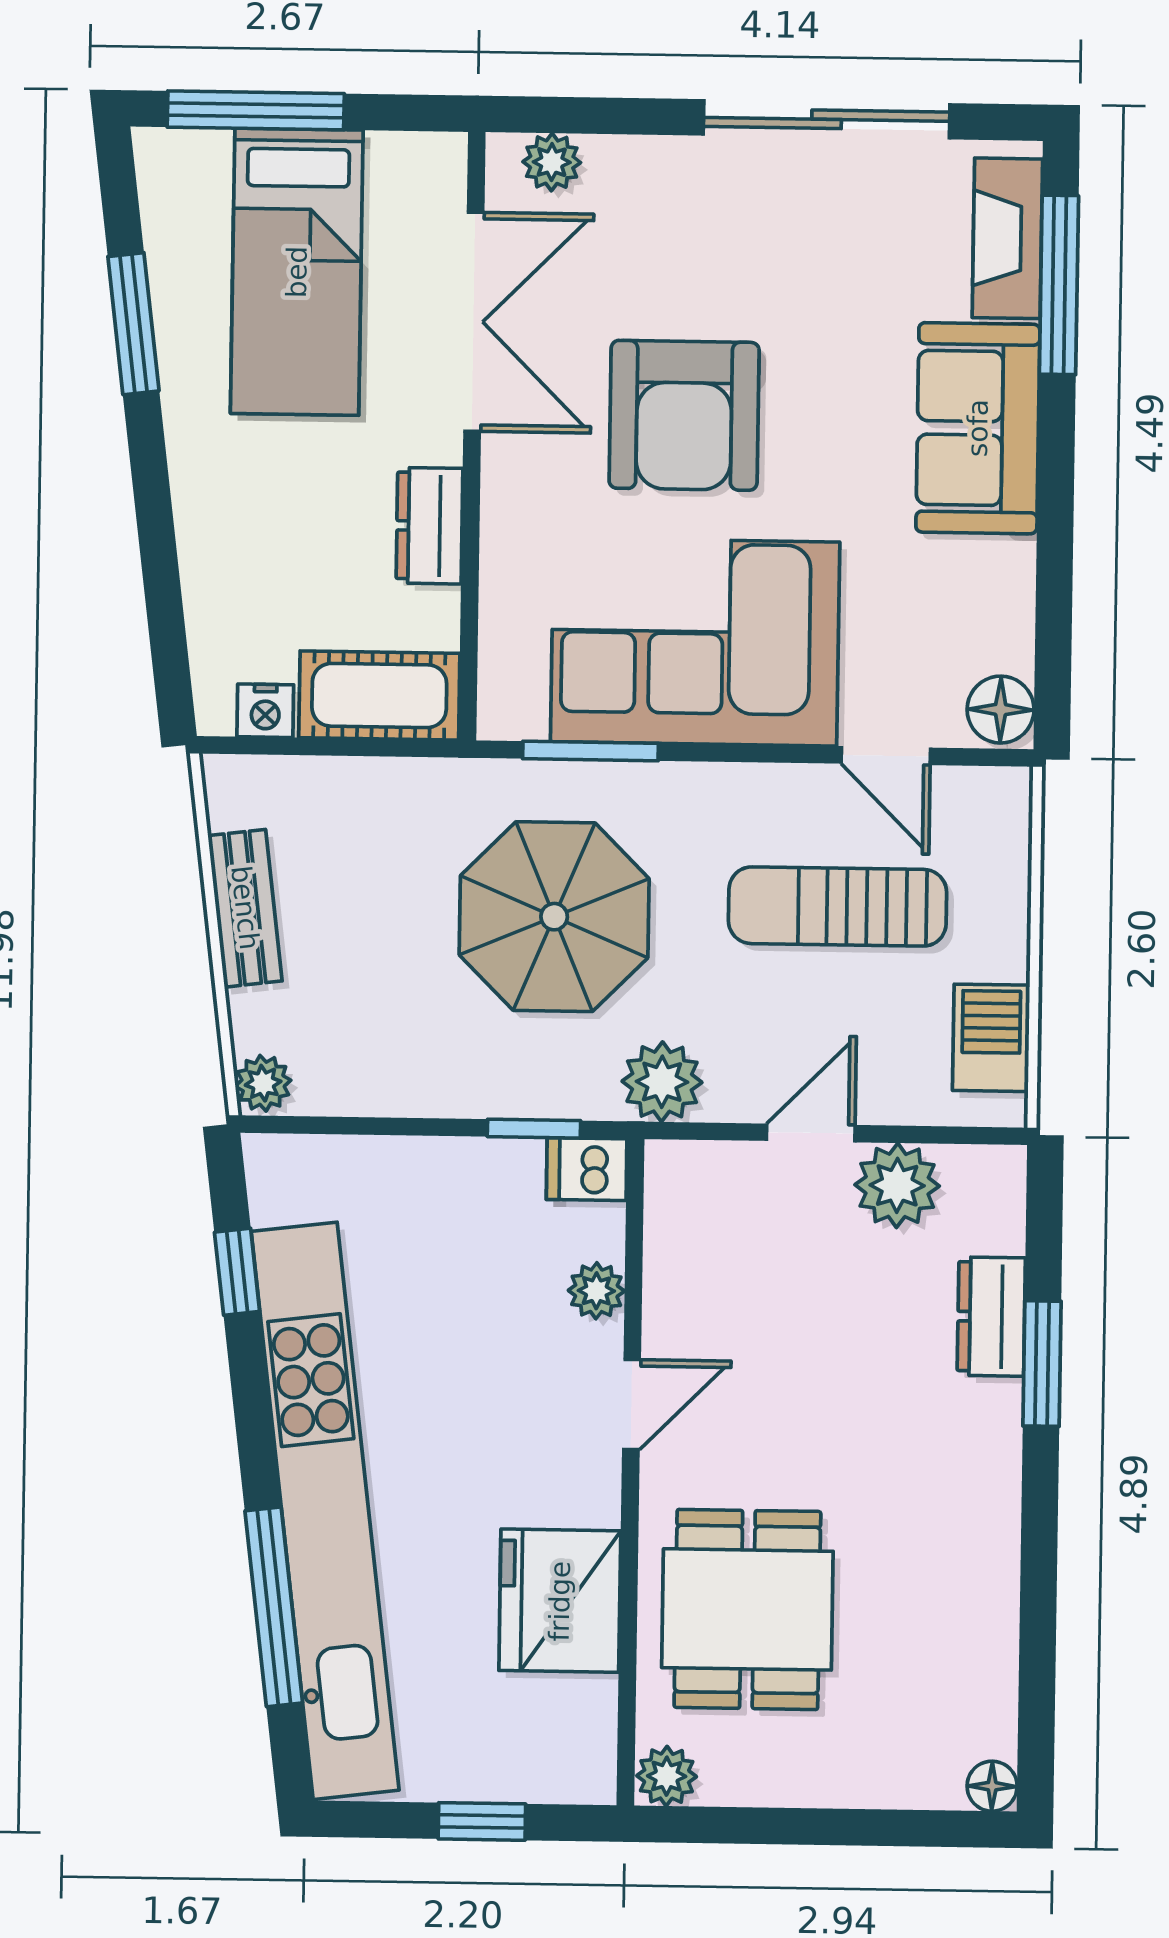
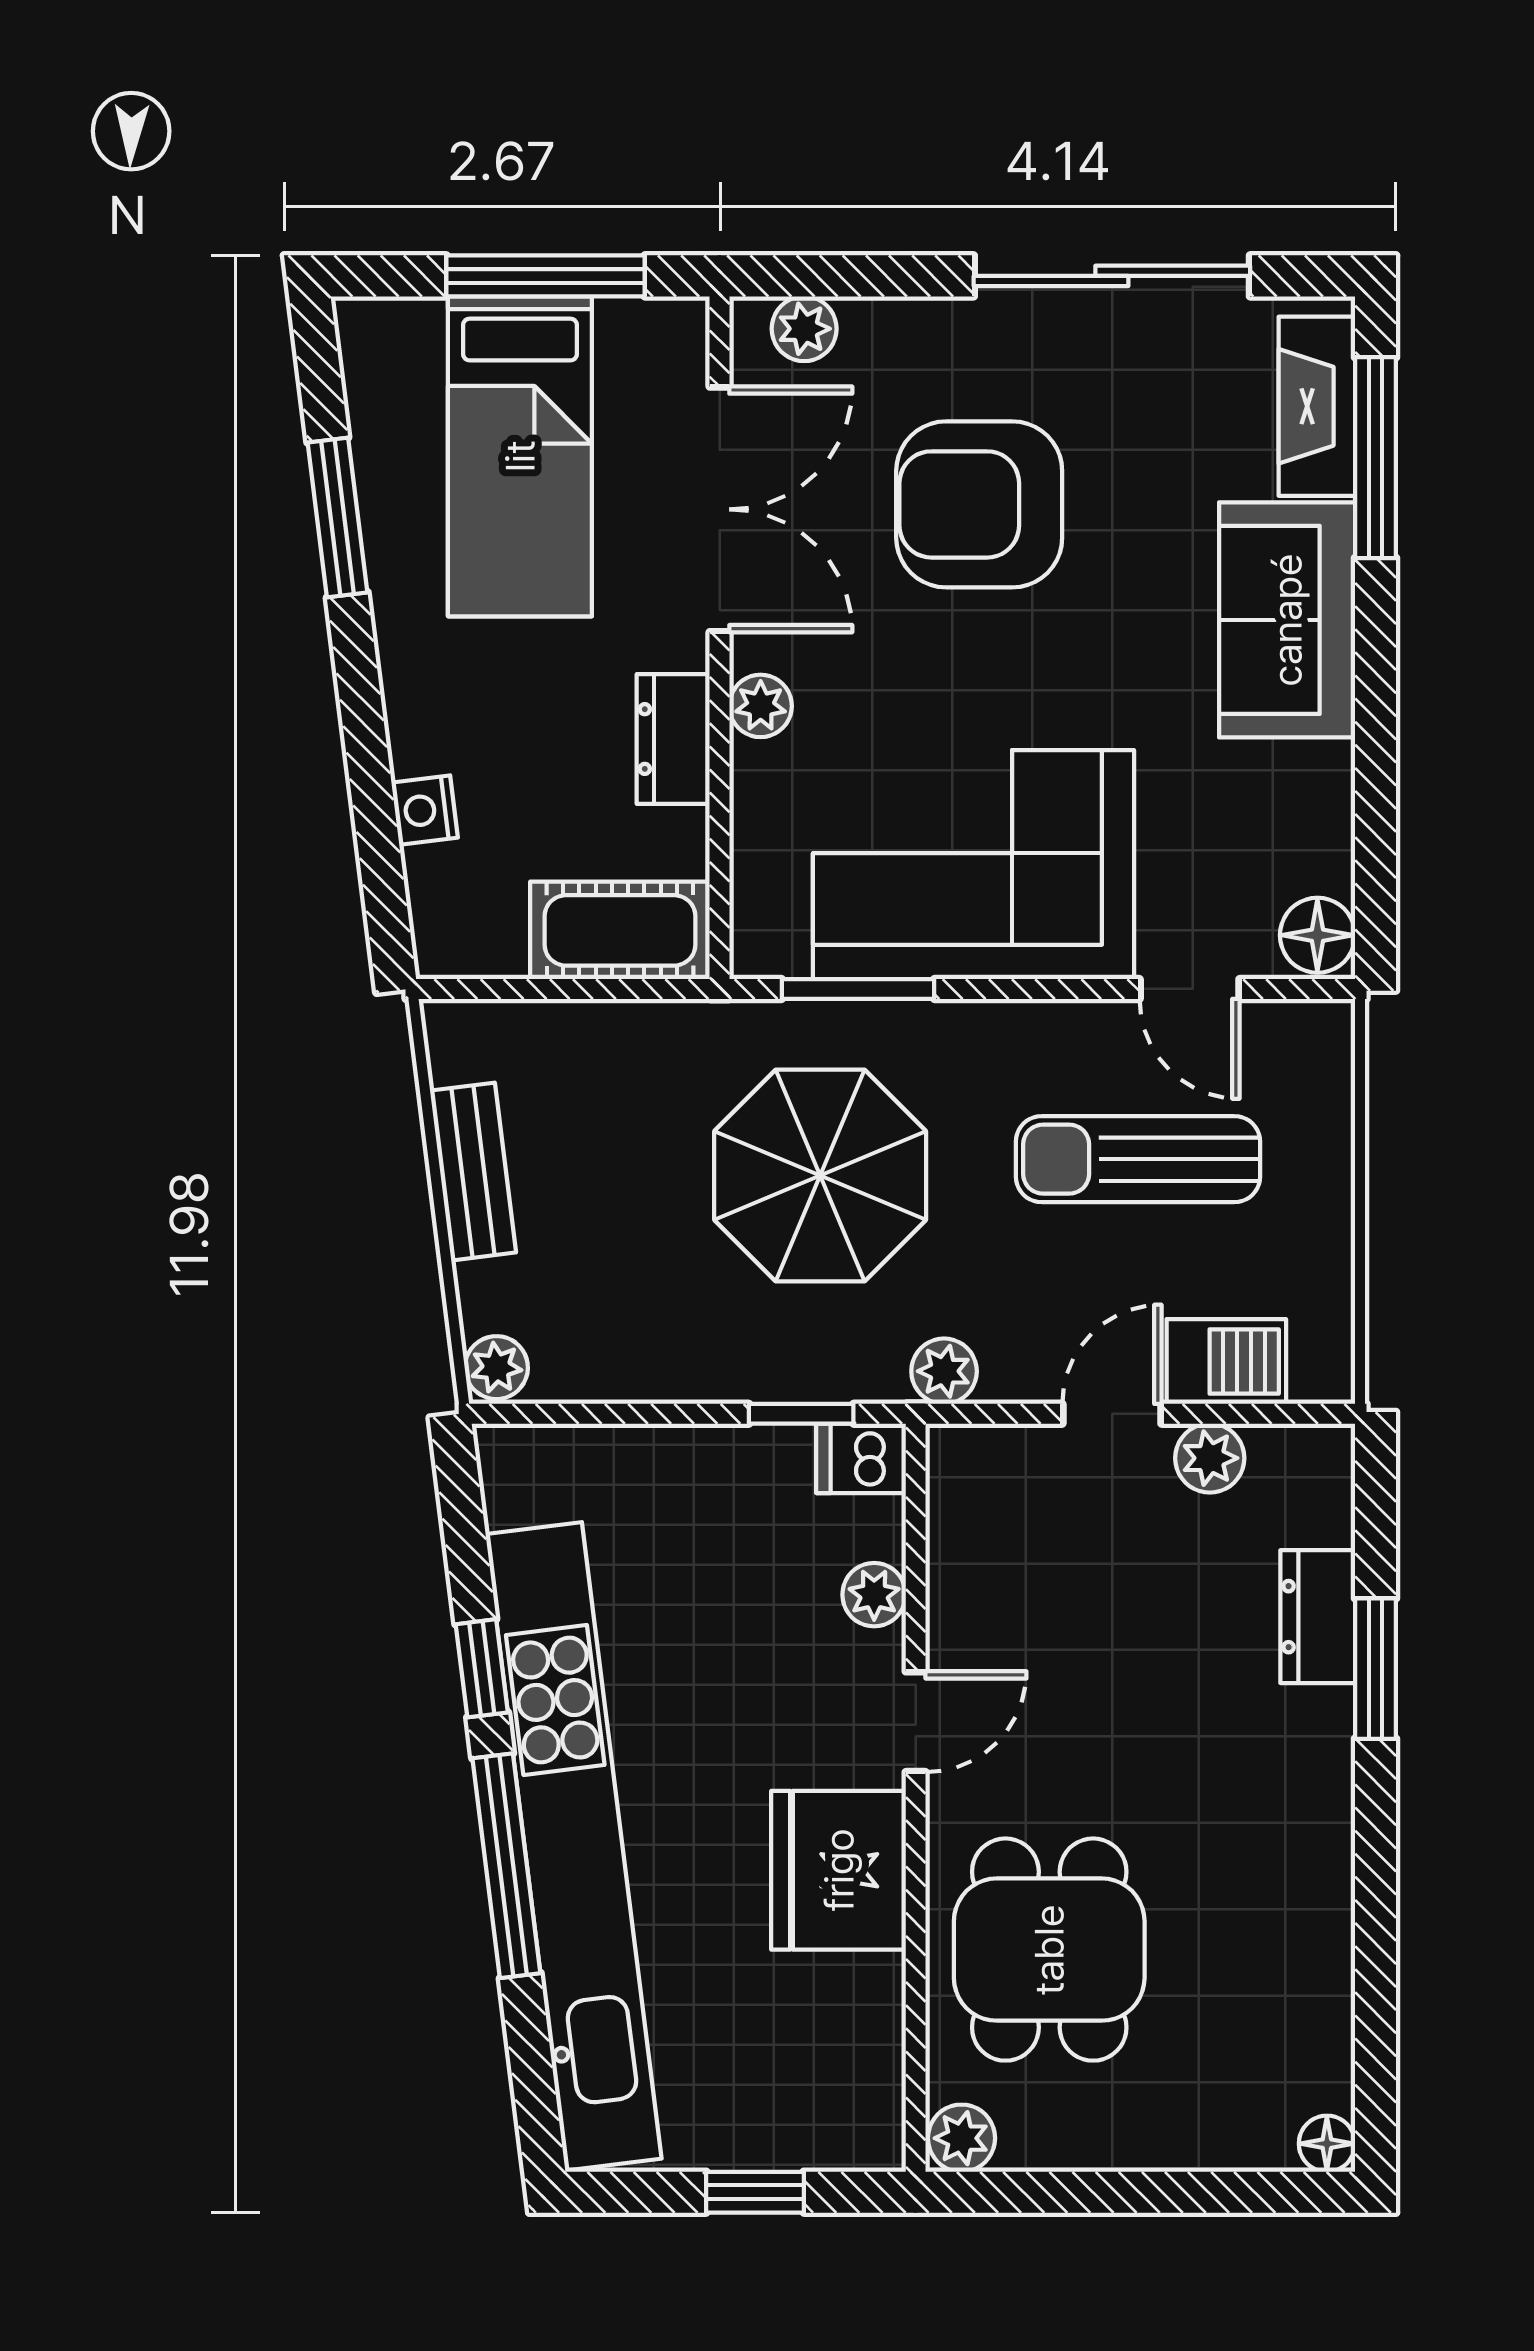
window: (256, 110) -> (546, 276), moved
armchair: (684, 415) -> (979, 504), moved, turned 90
plant: (508, 497) -> (761, 706), added
nightstand: (265, 711) -> (425, 810), moved, turned 83
barbecue: (991, 1038) -> (1226, 1362), moved, turned 90
plant: (662, 1082) -> (944, 1371), width x0.73, depth x0.73
plant: (897, 1185) -> (1210, 1458), width x0.73, depth x0.73
window: (237, 1272) -> (482, 1668), moved
fridge: (560, 1601) -> (839, 1870), moved
window: (274, 1607) -> (506, 1866), moved

